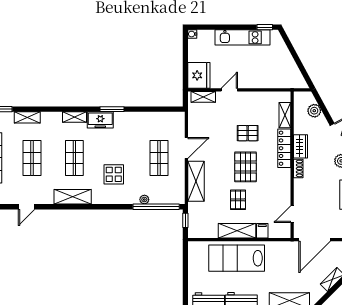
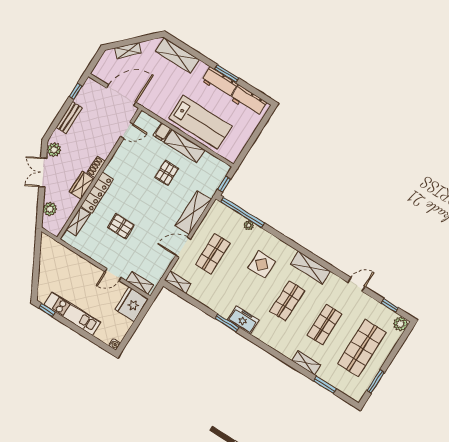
shelving: (75, 117) -> (178, 282), moved
pallet: (246, 167) -> (142, 198), removed

